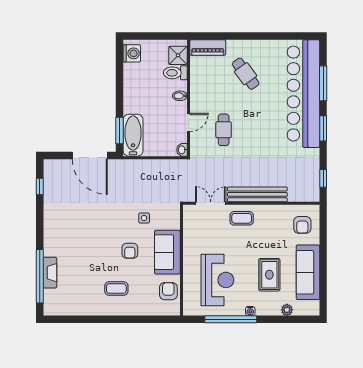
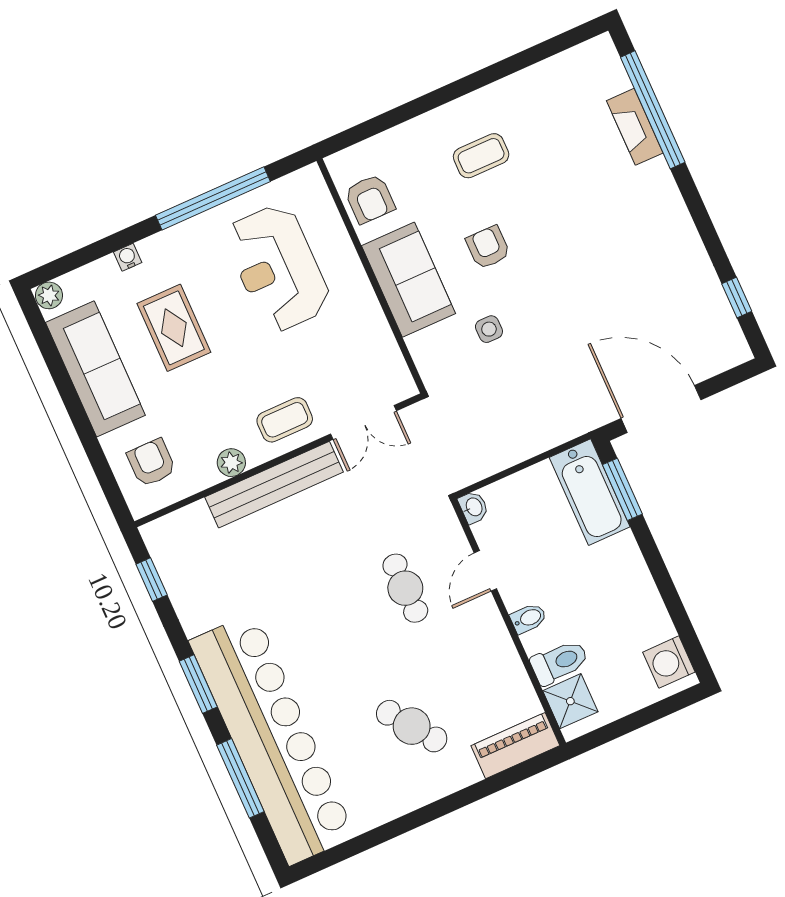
plant: (270, 211) -> (231, 463), added
plant: (287, 310) -> (49, 295), moved
water cooler: (250, 311) -> (128, 257), moved

